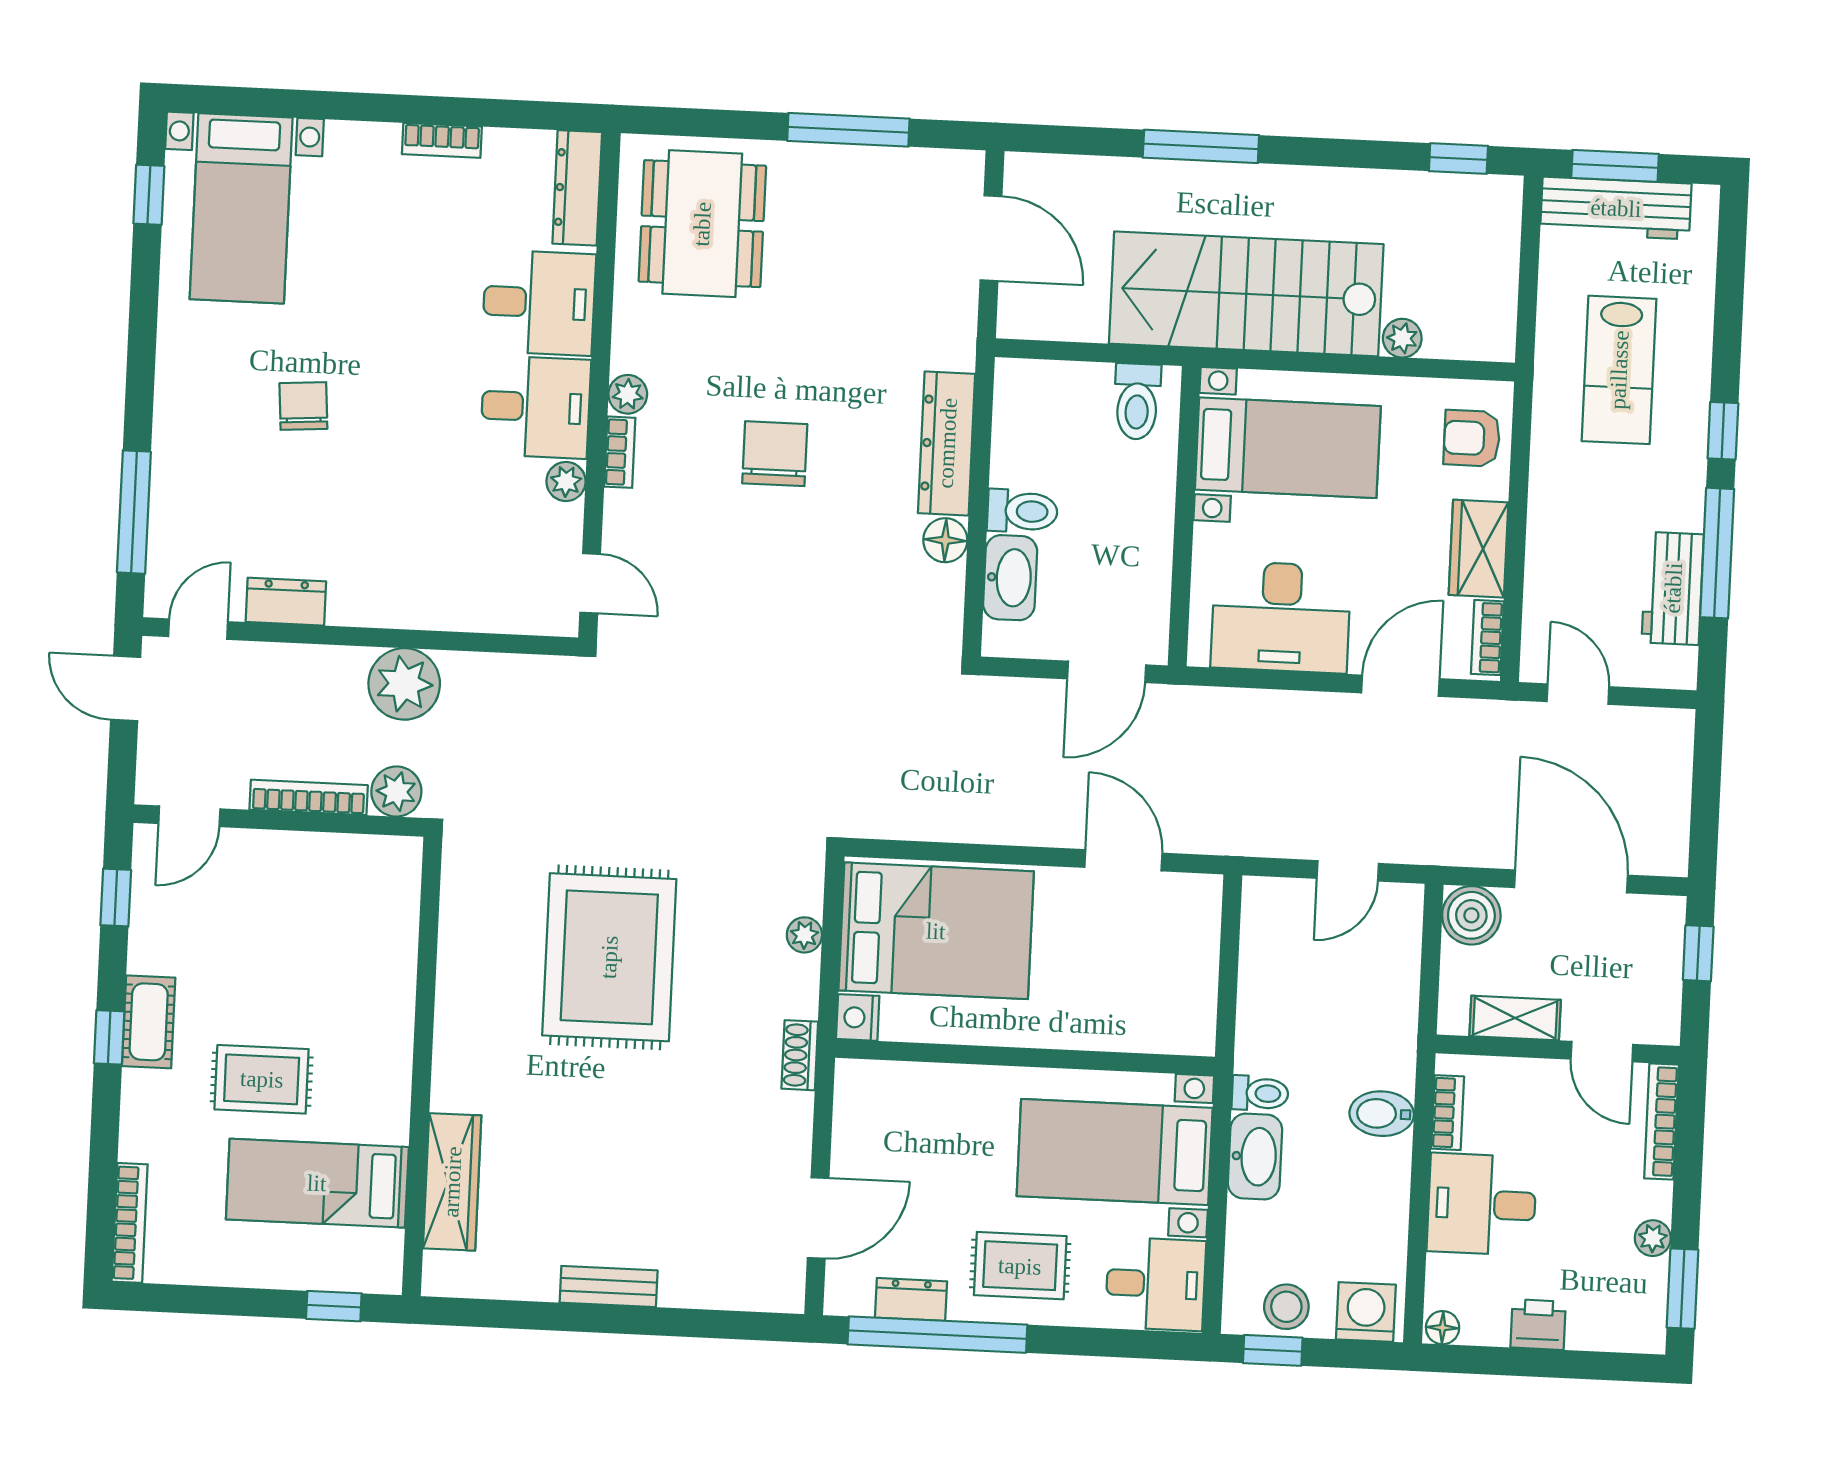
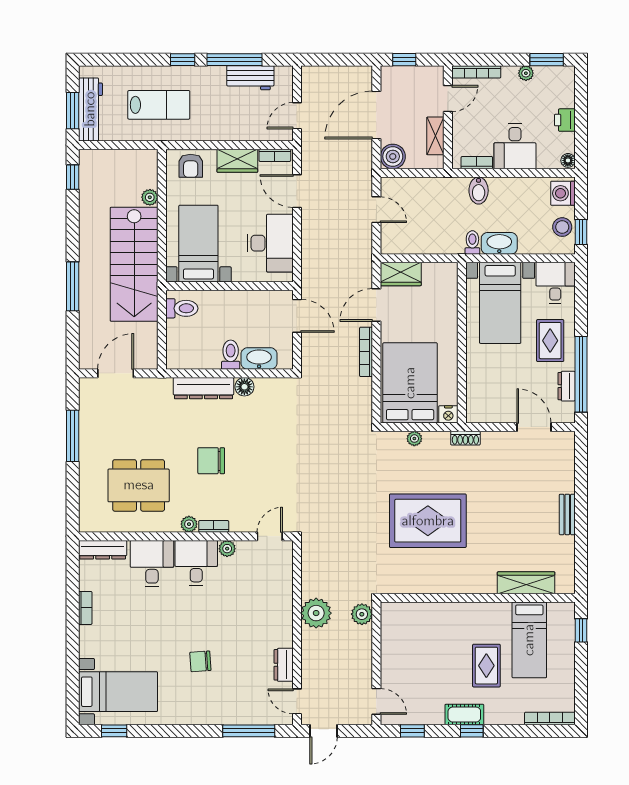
dining table: (702, 224) -> (139, 485), moved
bookcase: (309, 797) -> (366, 352), moved
wardrobe: (1194, 921) -> (401, 274), added

